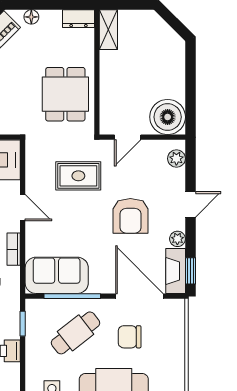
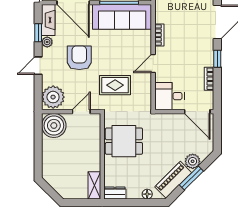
dining table: (65, 94) -> (124, 141), turned 90
plant: (176, 159) -> (53, 97), width x1.87, depth x1.87
door: (23, 208) -> (153, 63), hinge flipped
window: (190, 271) -> (38, 33), moved
sofa: (57, 275) -> (122, 17), width x1.36

